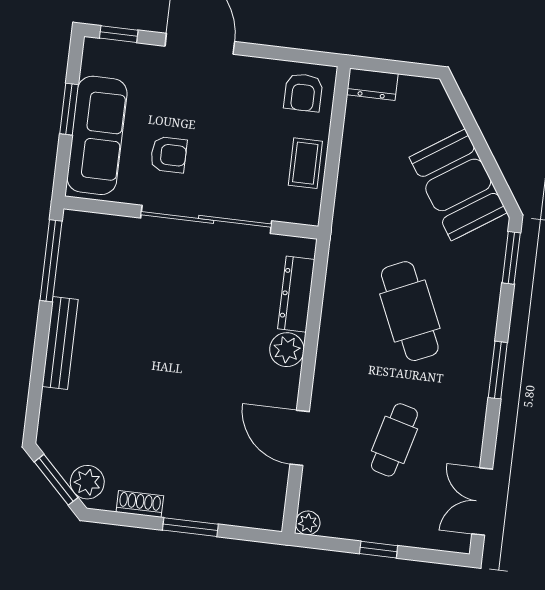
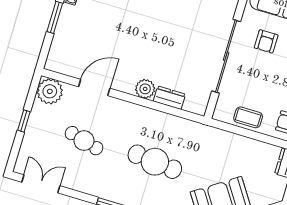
dresser: (296, 294) -> (169, 98), width x0.70
cafe table: (410, 311) -> (155, 162), turned 30
plant: (308, 523) -> (50, 91), width x1.87, depth x1.87

